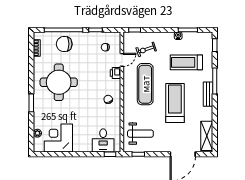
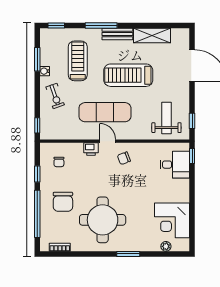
chair: (64, 44) -> (63, 202), moved
exercise bike: (146, 49) -> (55, 96), moved
door: (122, 60) -> (108, 141), moved
treadmill: (186, 62) -> (78, 61), turned 180
shelving: (207, 136) -> (152, 36), moved

